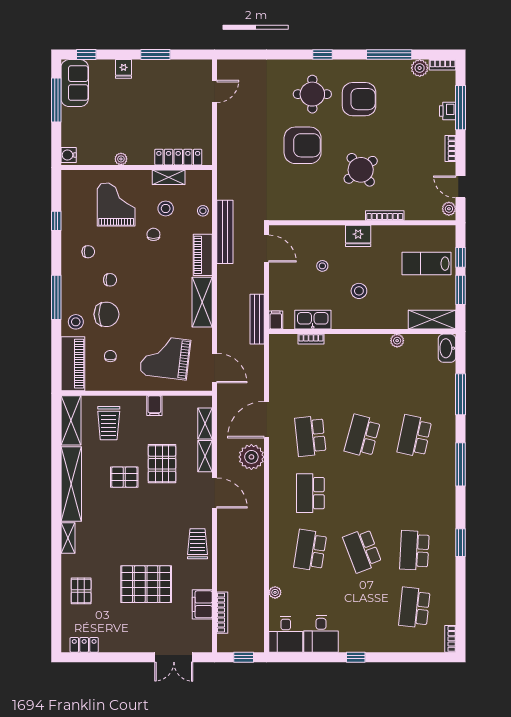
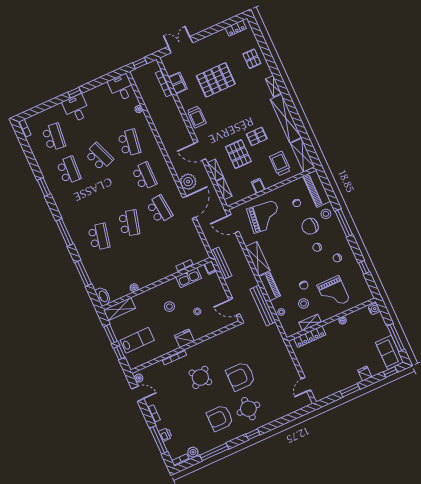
desk: (321, 634) -> (76, 108), moved

